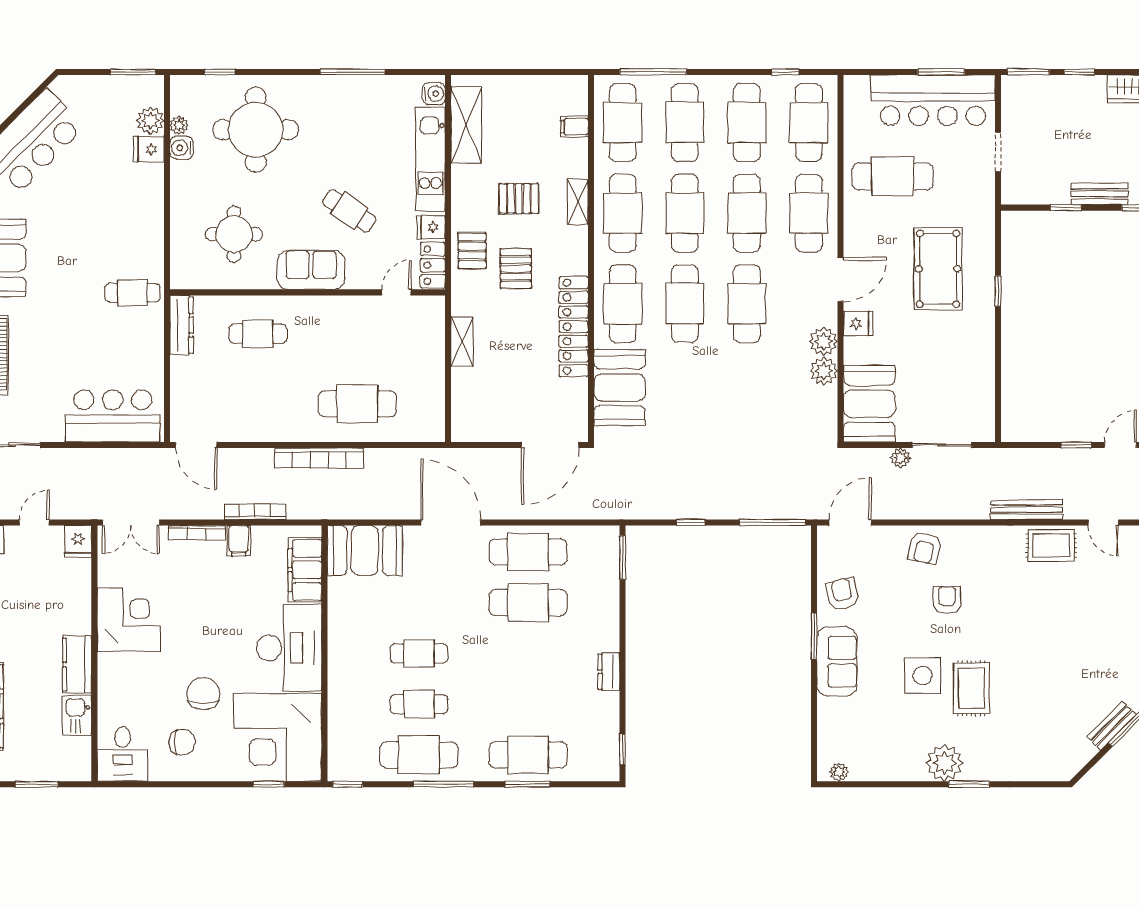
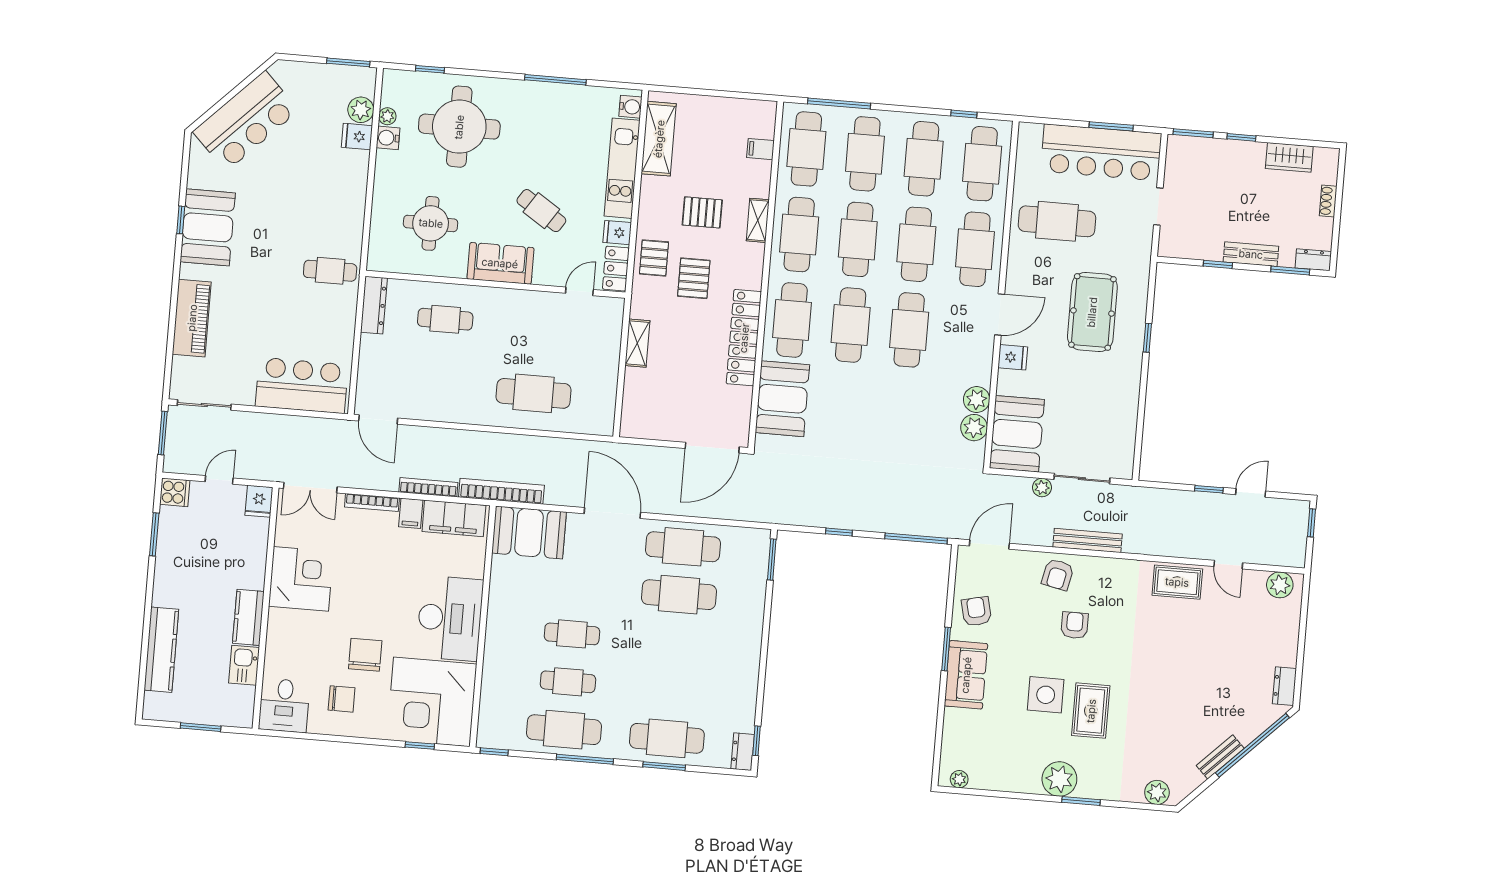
plant: (824, 341) -> (974, 428), moved
bookcase: (319, 458) -> (501, 491), moved, turned 180
bench: (1026, 510) -> (1088, 541), moved
filing cabinet: (305, 570) -> (454, 518), moved, turned -90
dresser: (609, 672) -> (743, 752), moved
plant: (1048, 768) -> (1157, 792), added

